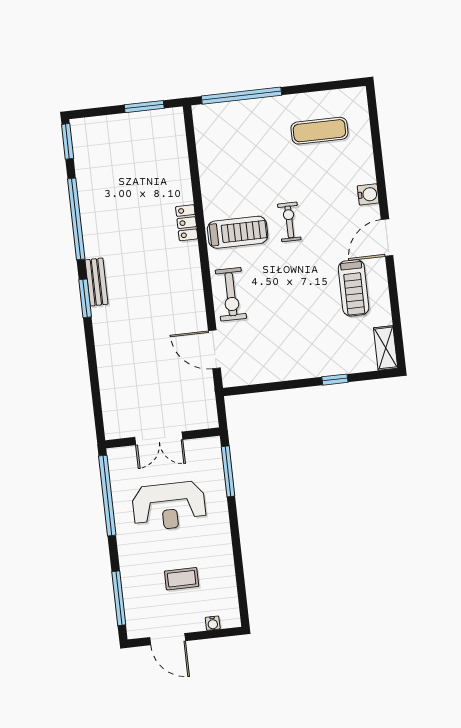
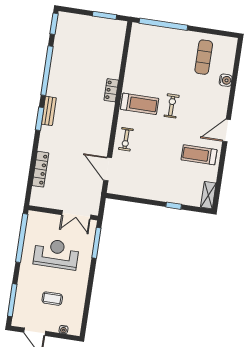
exercise mat: (319, 131) -> (204, 57), turned 90
water cooler: (368, 194) -> (226, 80), moved
treadmill: (354, 288) -> (199, 155), turned 90
exercise bike: (231, 294) -> (126, 139), width x0.73, depth x0.72
locker: (108, 378) -> (40, 169), added
double door: (159, 438) -> (76, 215), moved
reception desk: (169, 506) -> (56, 254), turned 180

